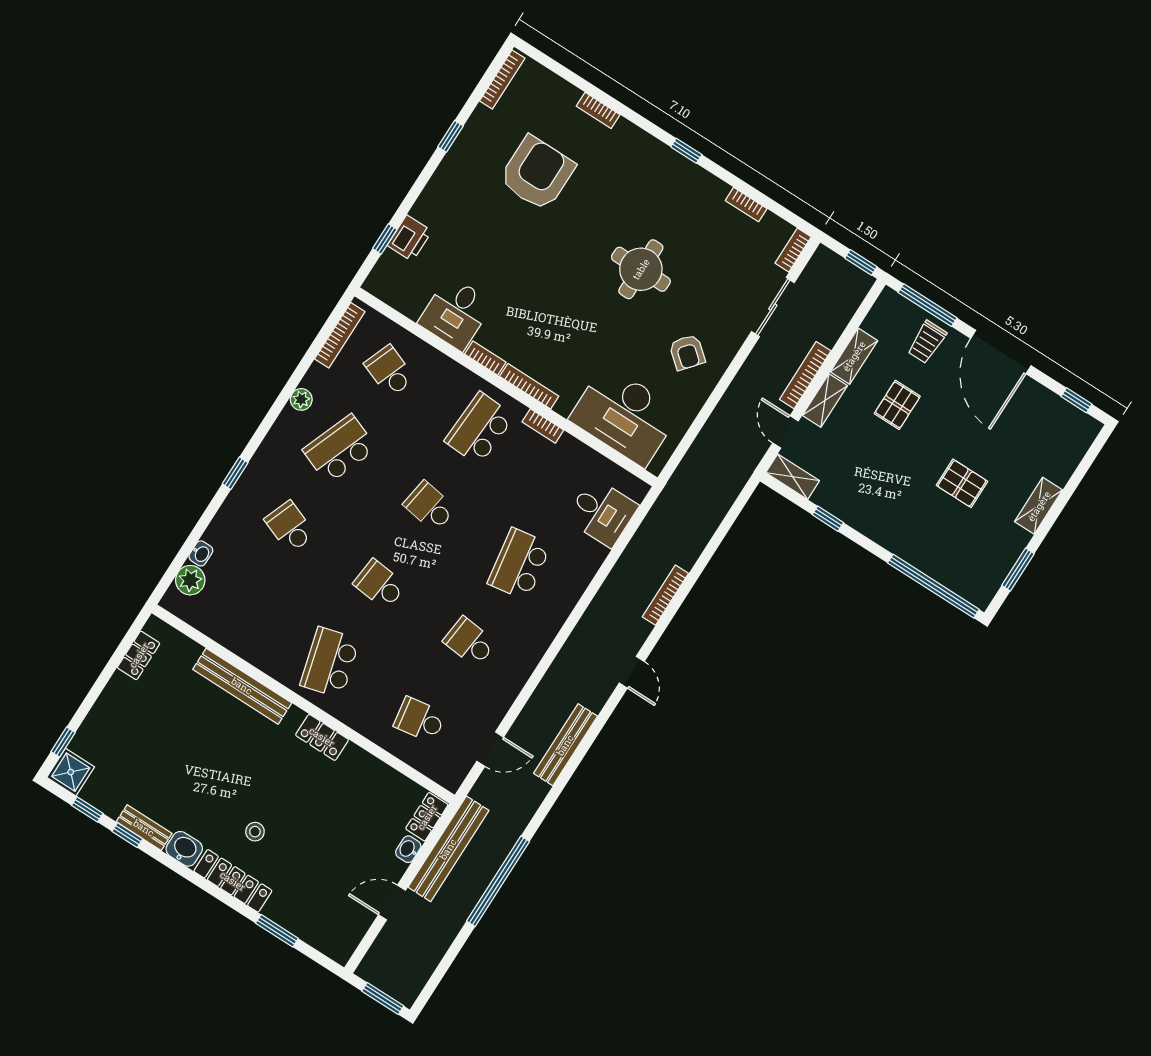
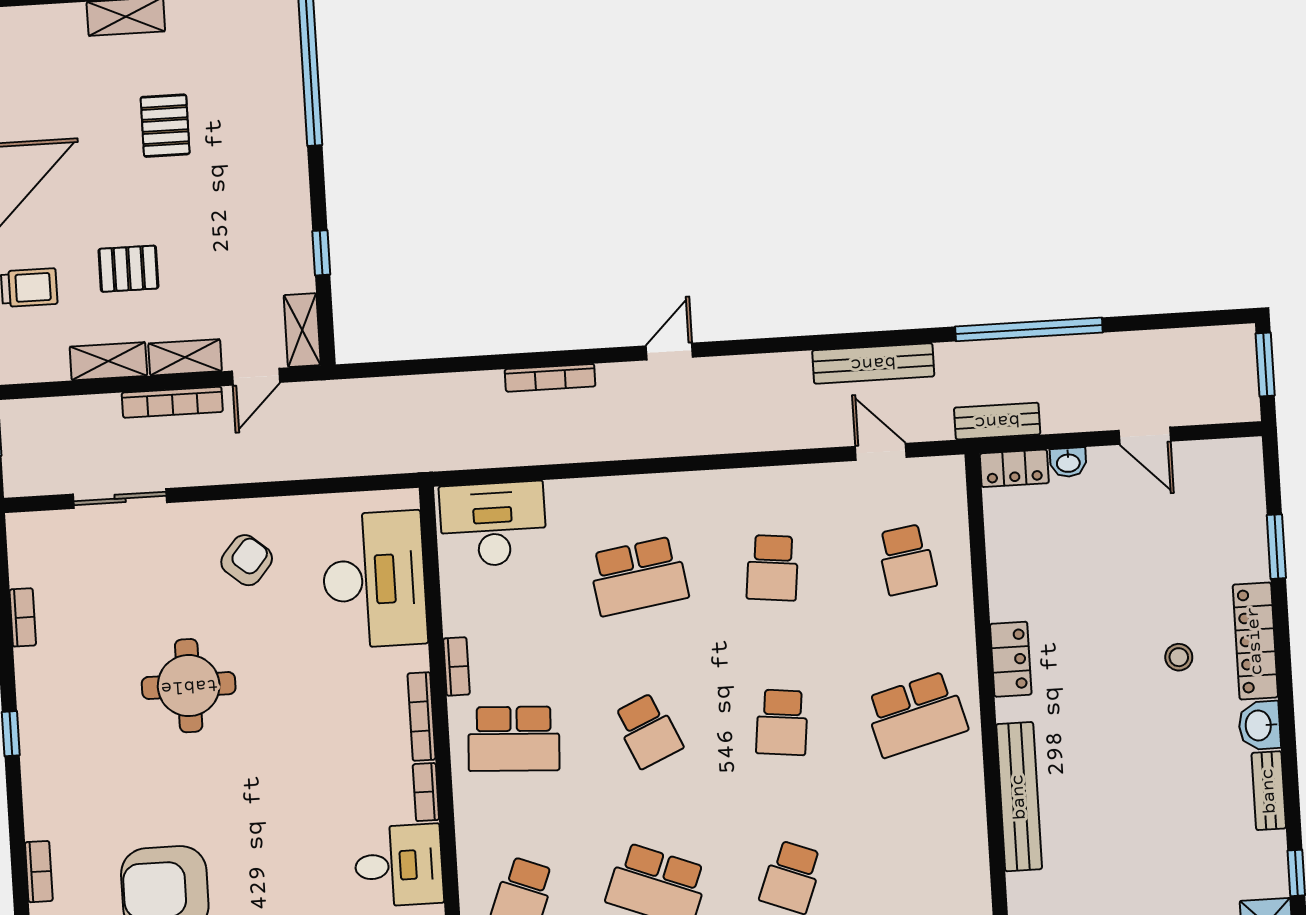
bookcase: (793, 250) -> (36, 523), removed
school desk: (430, 506) -> (648, 731), turned -33
desk: (602, 512) -> (493, 524), width x1.37
bench: (565, 745) -> (873, 363), moved
window: (127, 835) -> (1292, 804), removed
bench: (448, 849) -> (997, 421), width x0.54, depth x0.82

